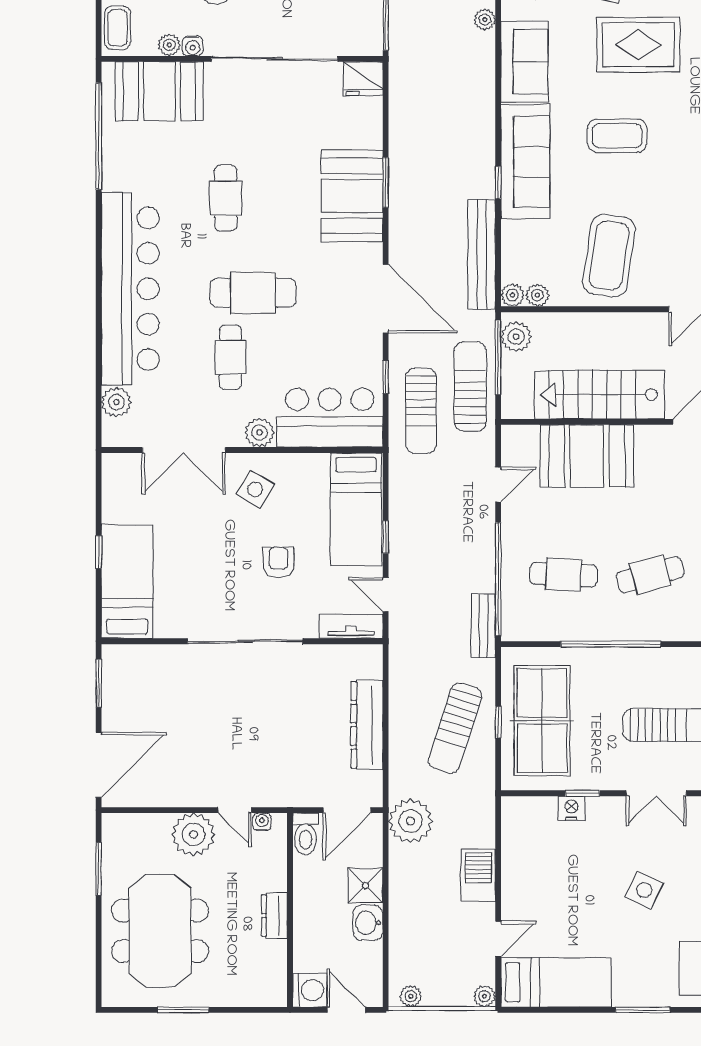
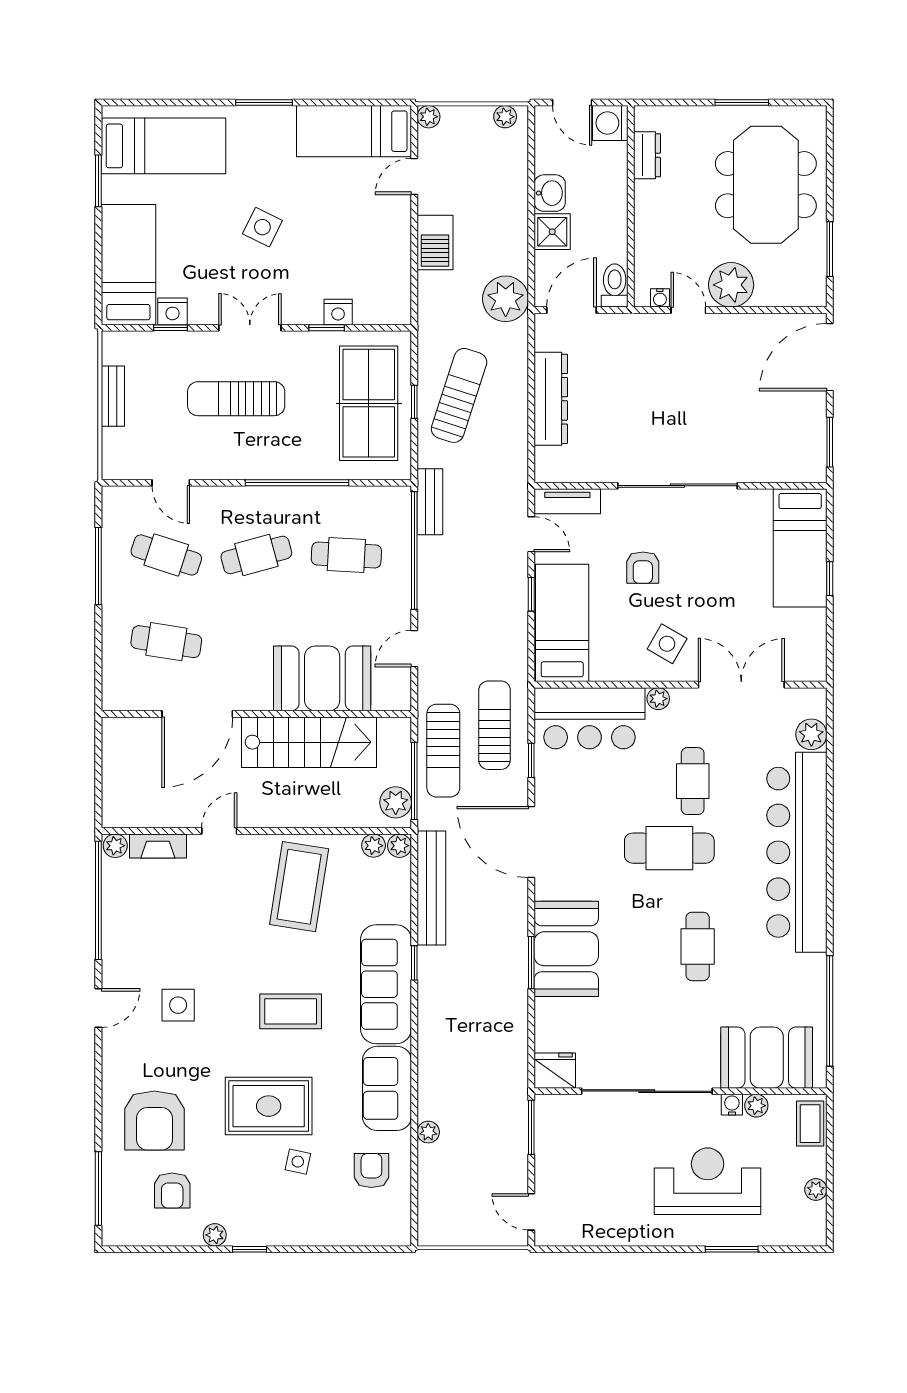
plant: (260, 432) -> (658, 699), width x0.73, depth x0.73
dresser: (274, 916) -> (647, 155), moved

